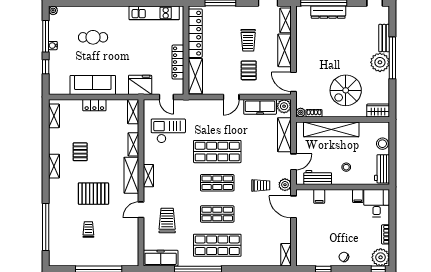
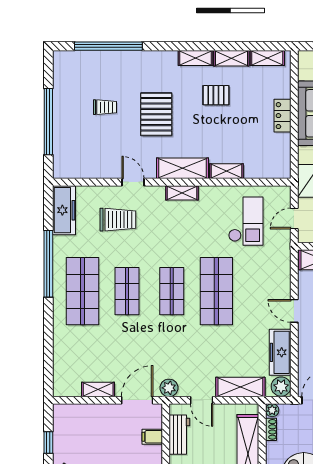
shelving: (133, 112) -> (231, 58), moved
trolley: (261, 185) -> (168, 353), removed
shelving: (286, 255) -> (98, 389), moved

